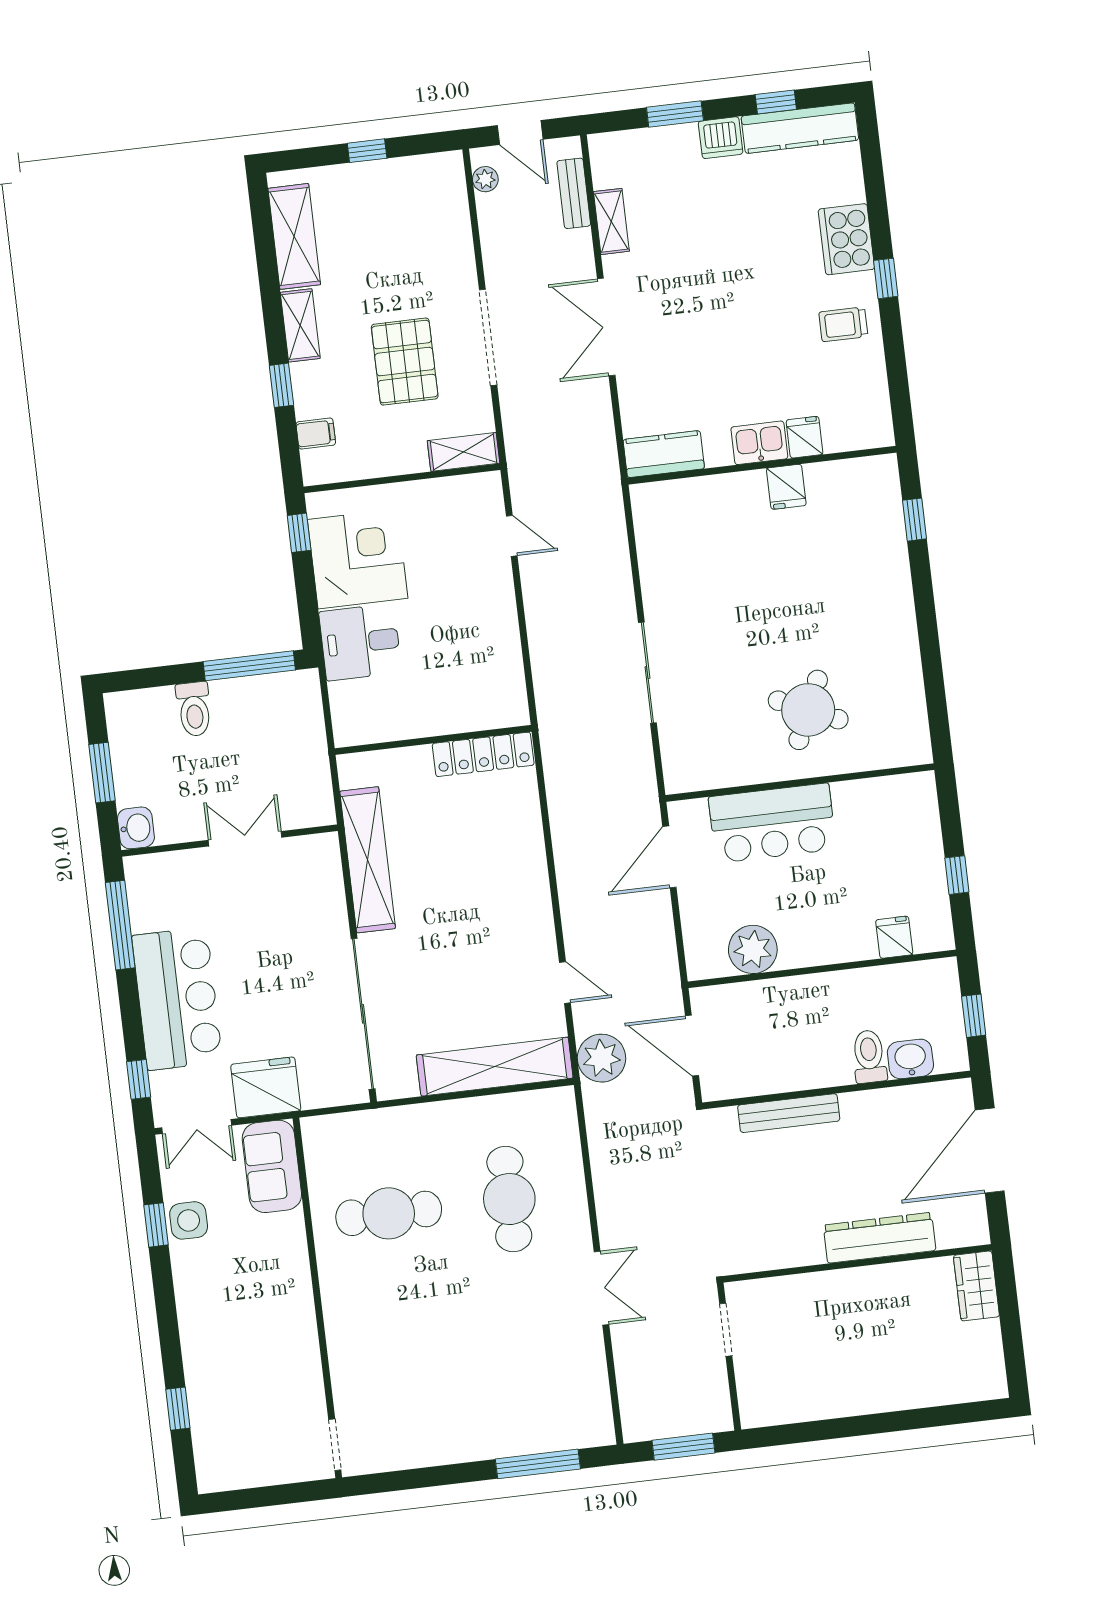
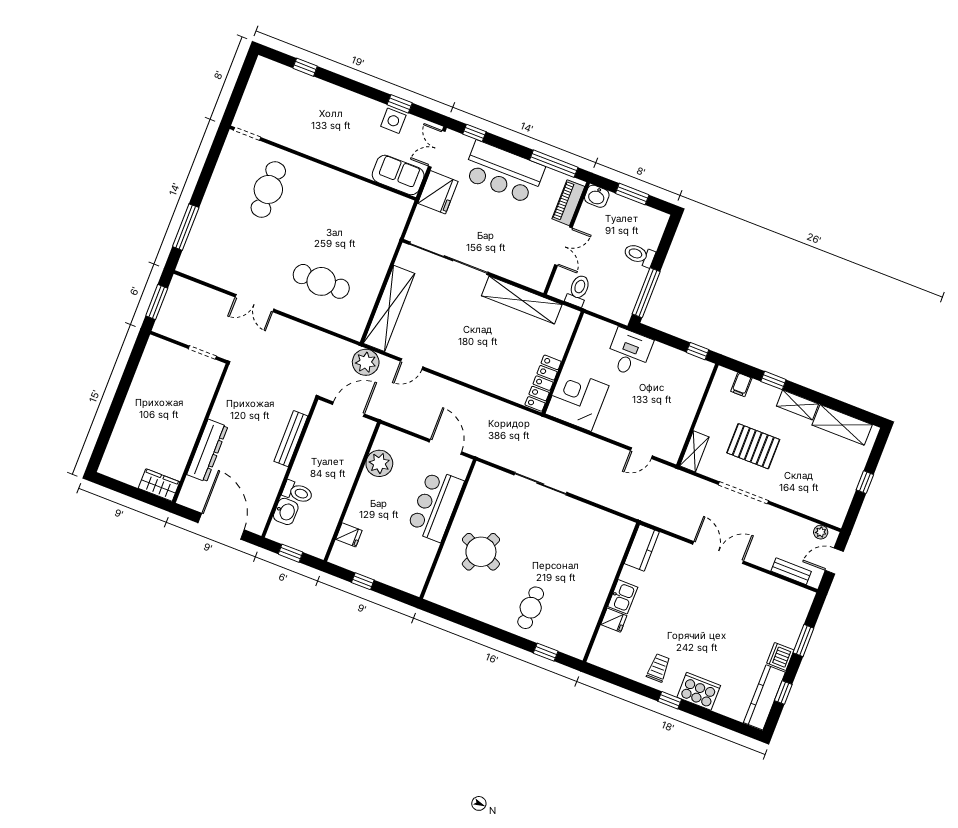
shelving: (611, 221) -> (768, 582), removed
fridge: (786, 487) -> (594, 599), removed
corner desk: (358, 559) -> (577, 400), moved, turned 180
cafe table: (856, 582) -> (531, 608), added
toilet: (304, 777) -> (578, 290), added
piano: (171, 868) -> (568, 203), added
cafe table: (389, 1213) -> (268, 189), moved

